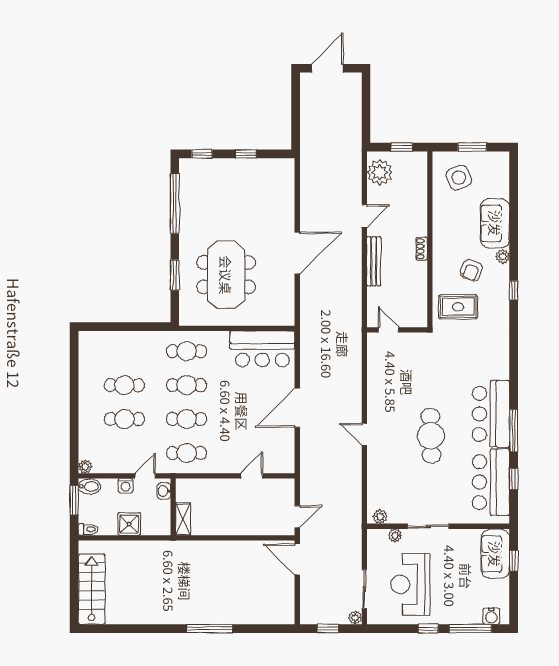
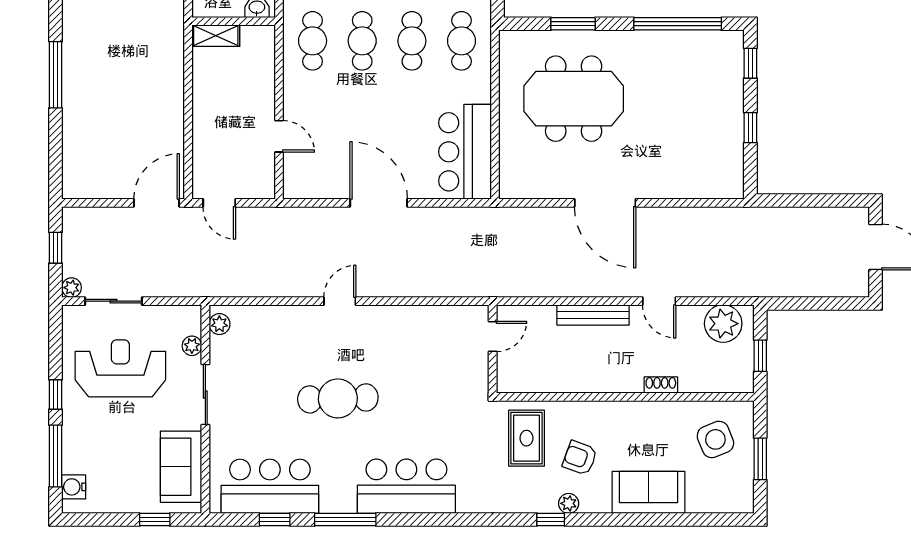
shoe rack: (422, 249) -> (661, 385), moved
plant: (503, 256) -> (569, 503), moved
bar counter: (491, 414) -> (406, 486), moved
sofa: (495, 554) -> (181, 467), moved, turned -90

